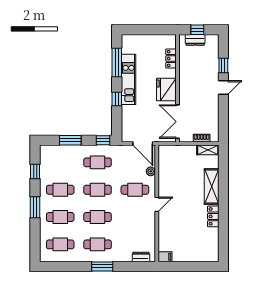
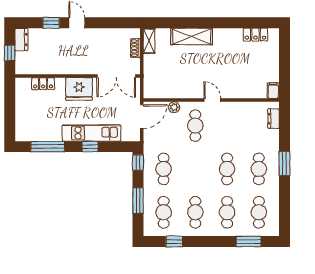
dresser: (195, 40) -> (21, 40), moved
kitchen unit: (128, 79) -> (91, 133), moved
cafe table: (98, 190) -> (164, 212), moved
window: (35, 207) -> (248, 242), moved
locker: (213, 216) -> (255, 35), moved

